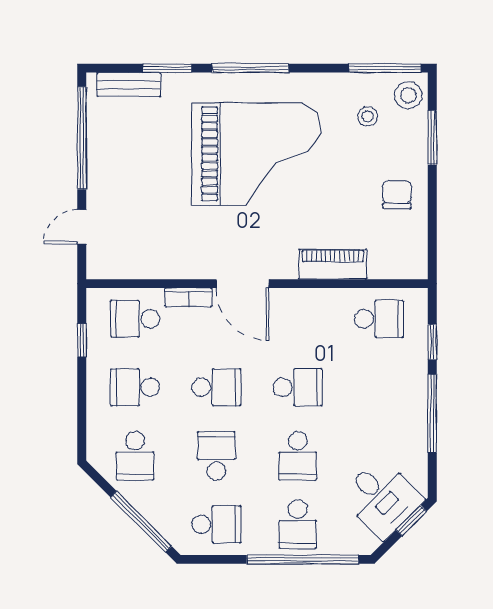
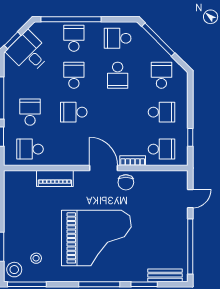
grand piano: (256, 154) -> (96, 238), turned 180
chair: (397, 194) -> (126, 182), moved
school desk: (216, 387) -> (30, 112), moved, turned 90

